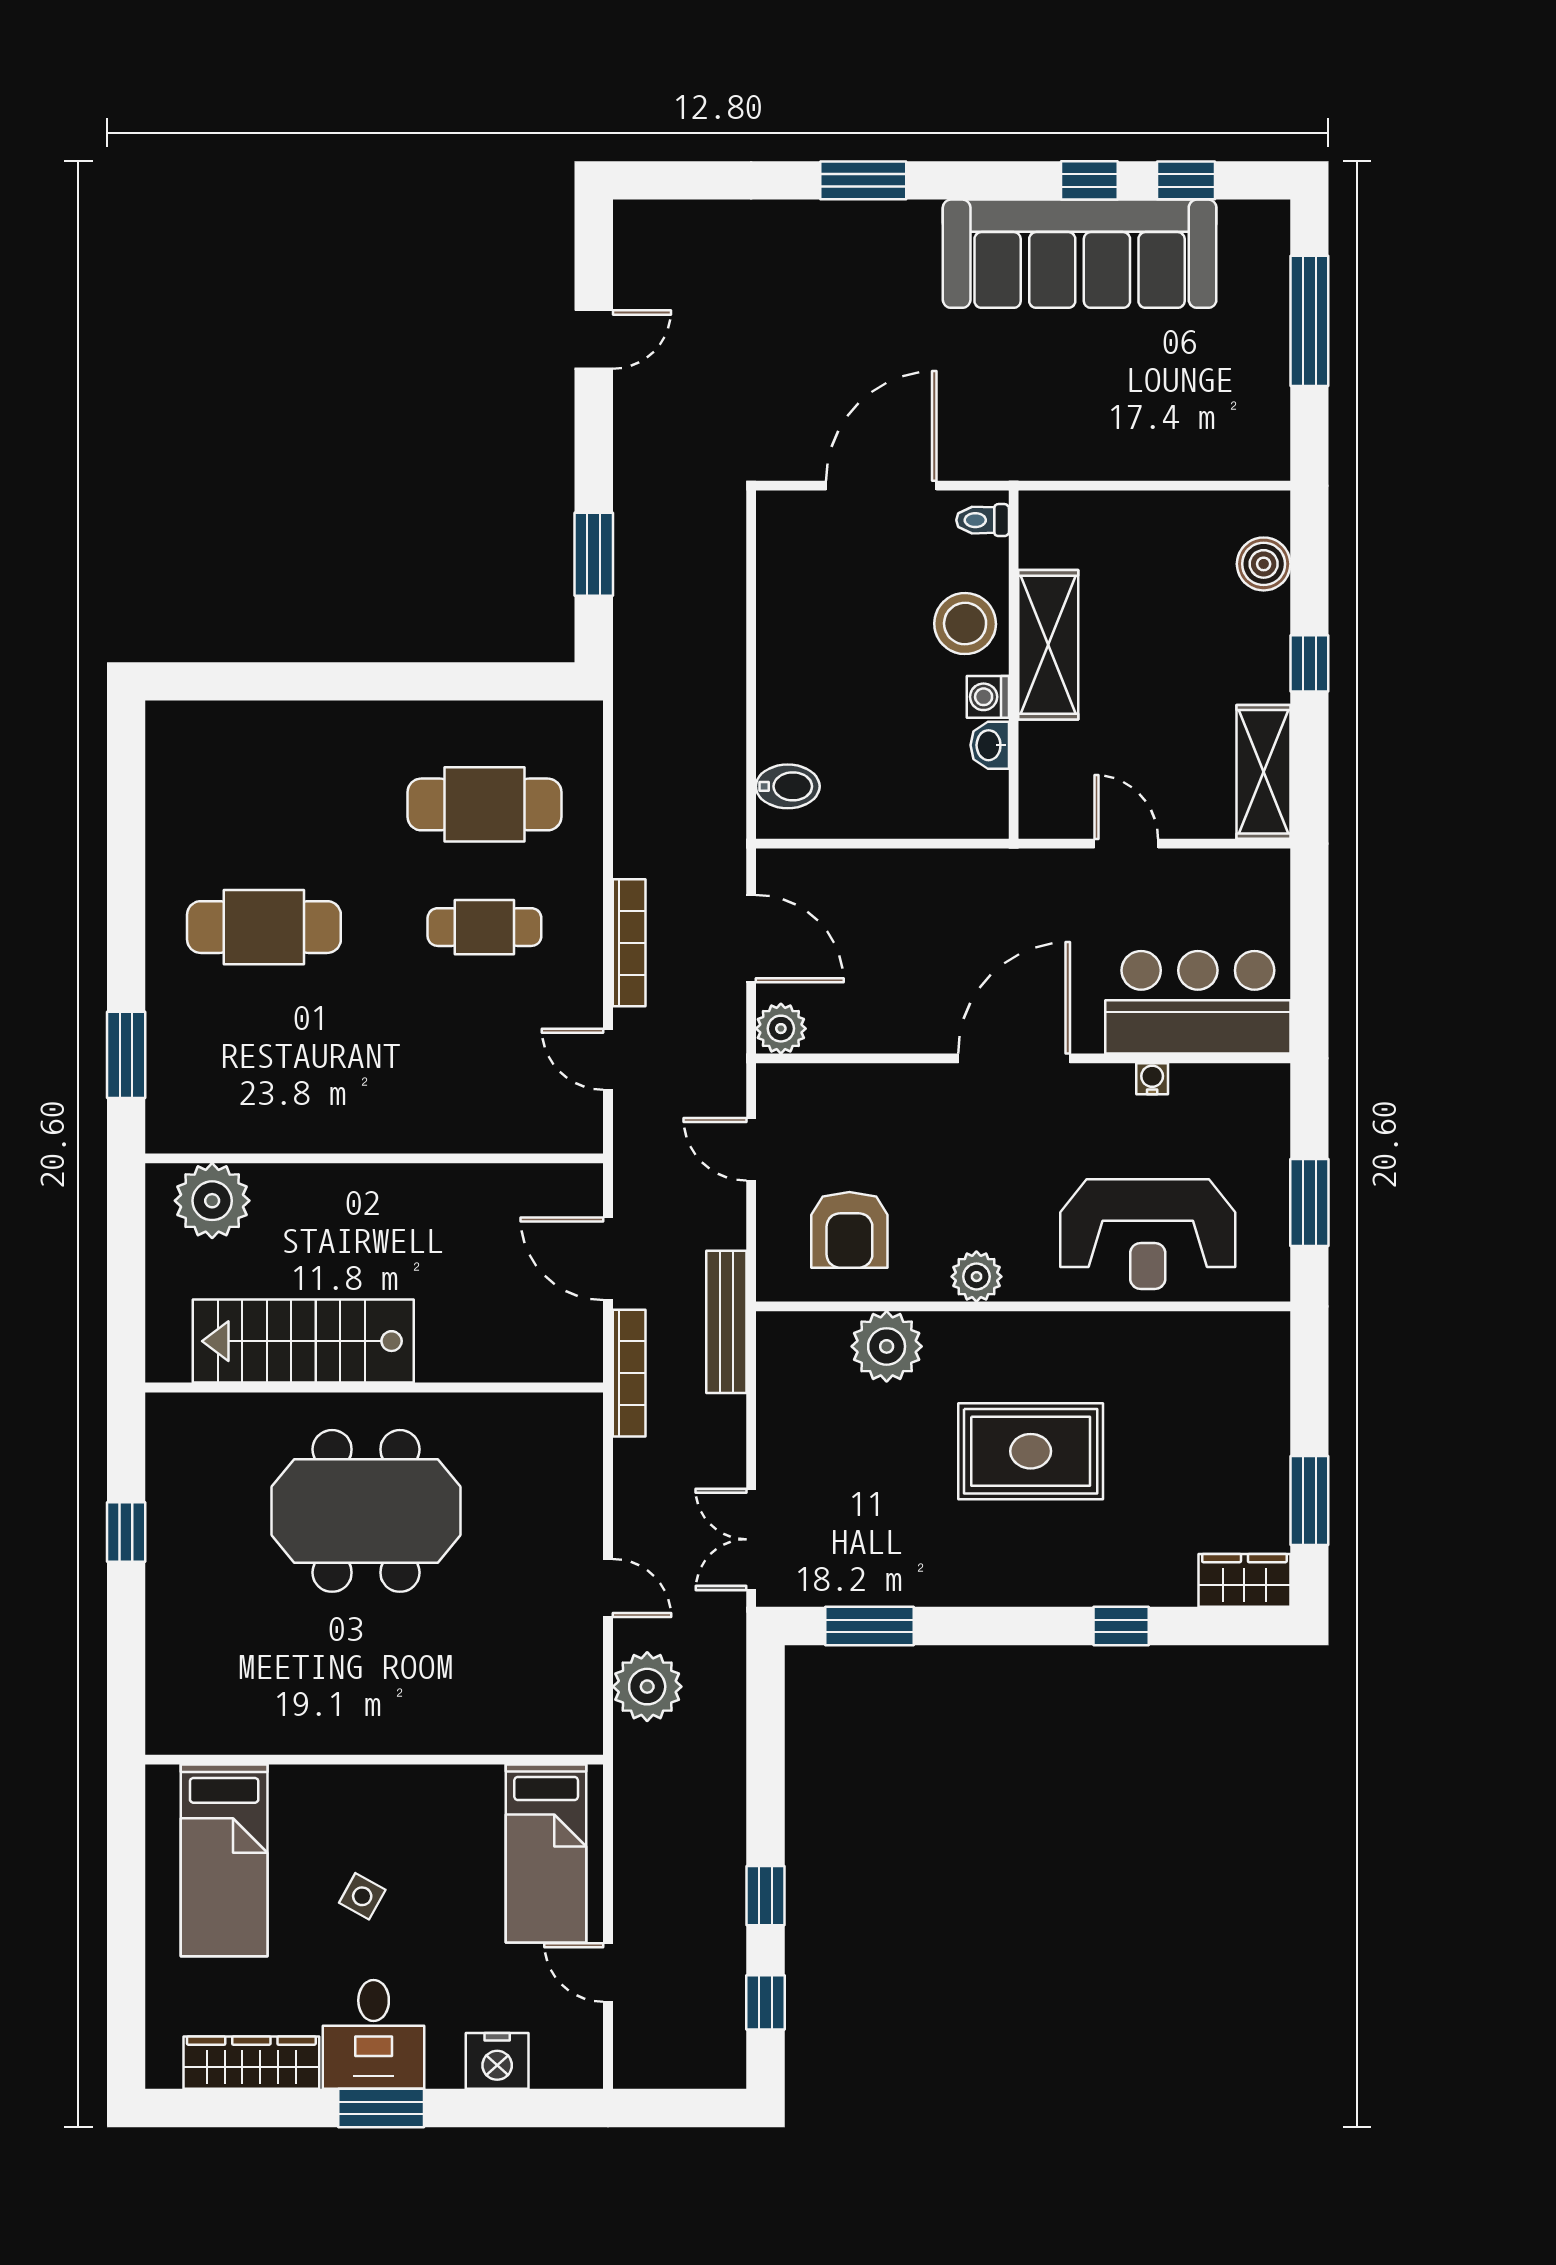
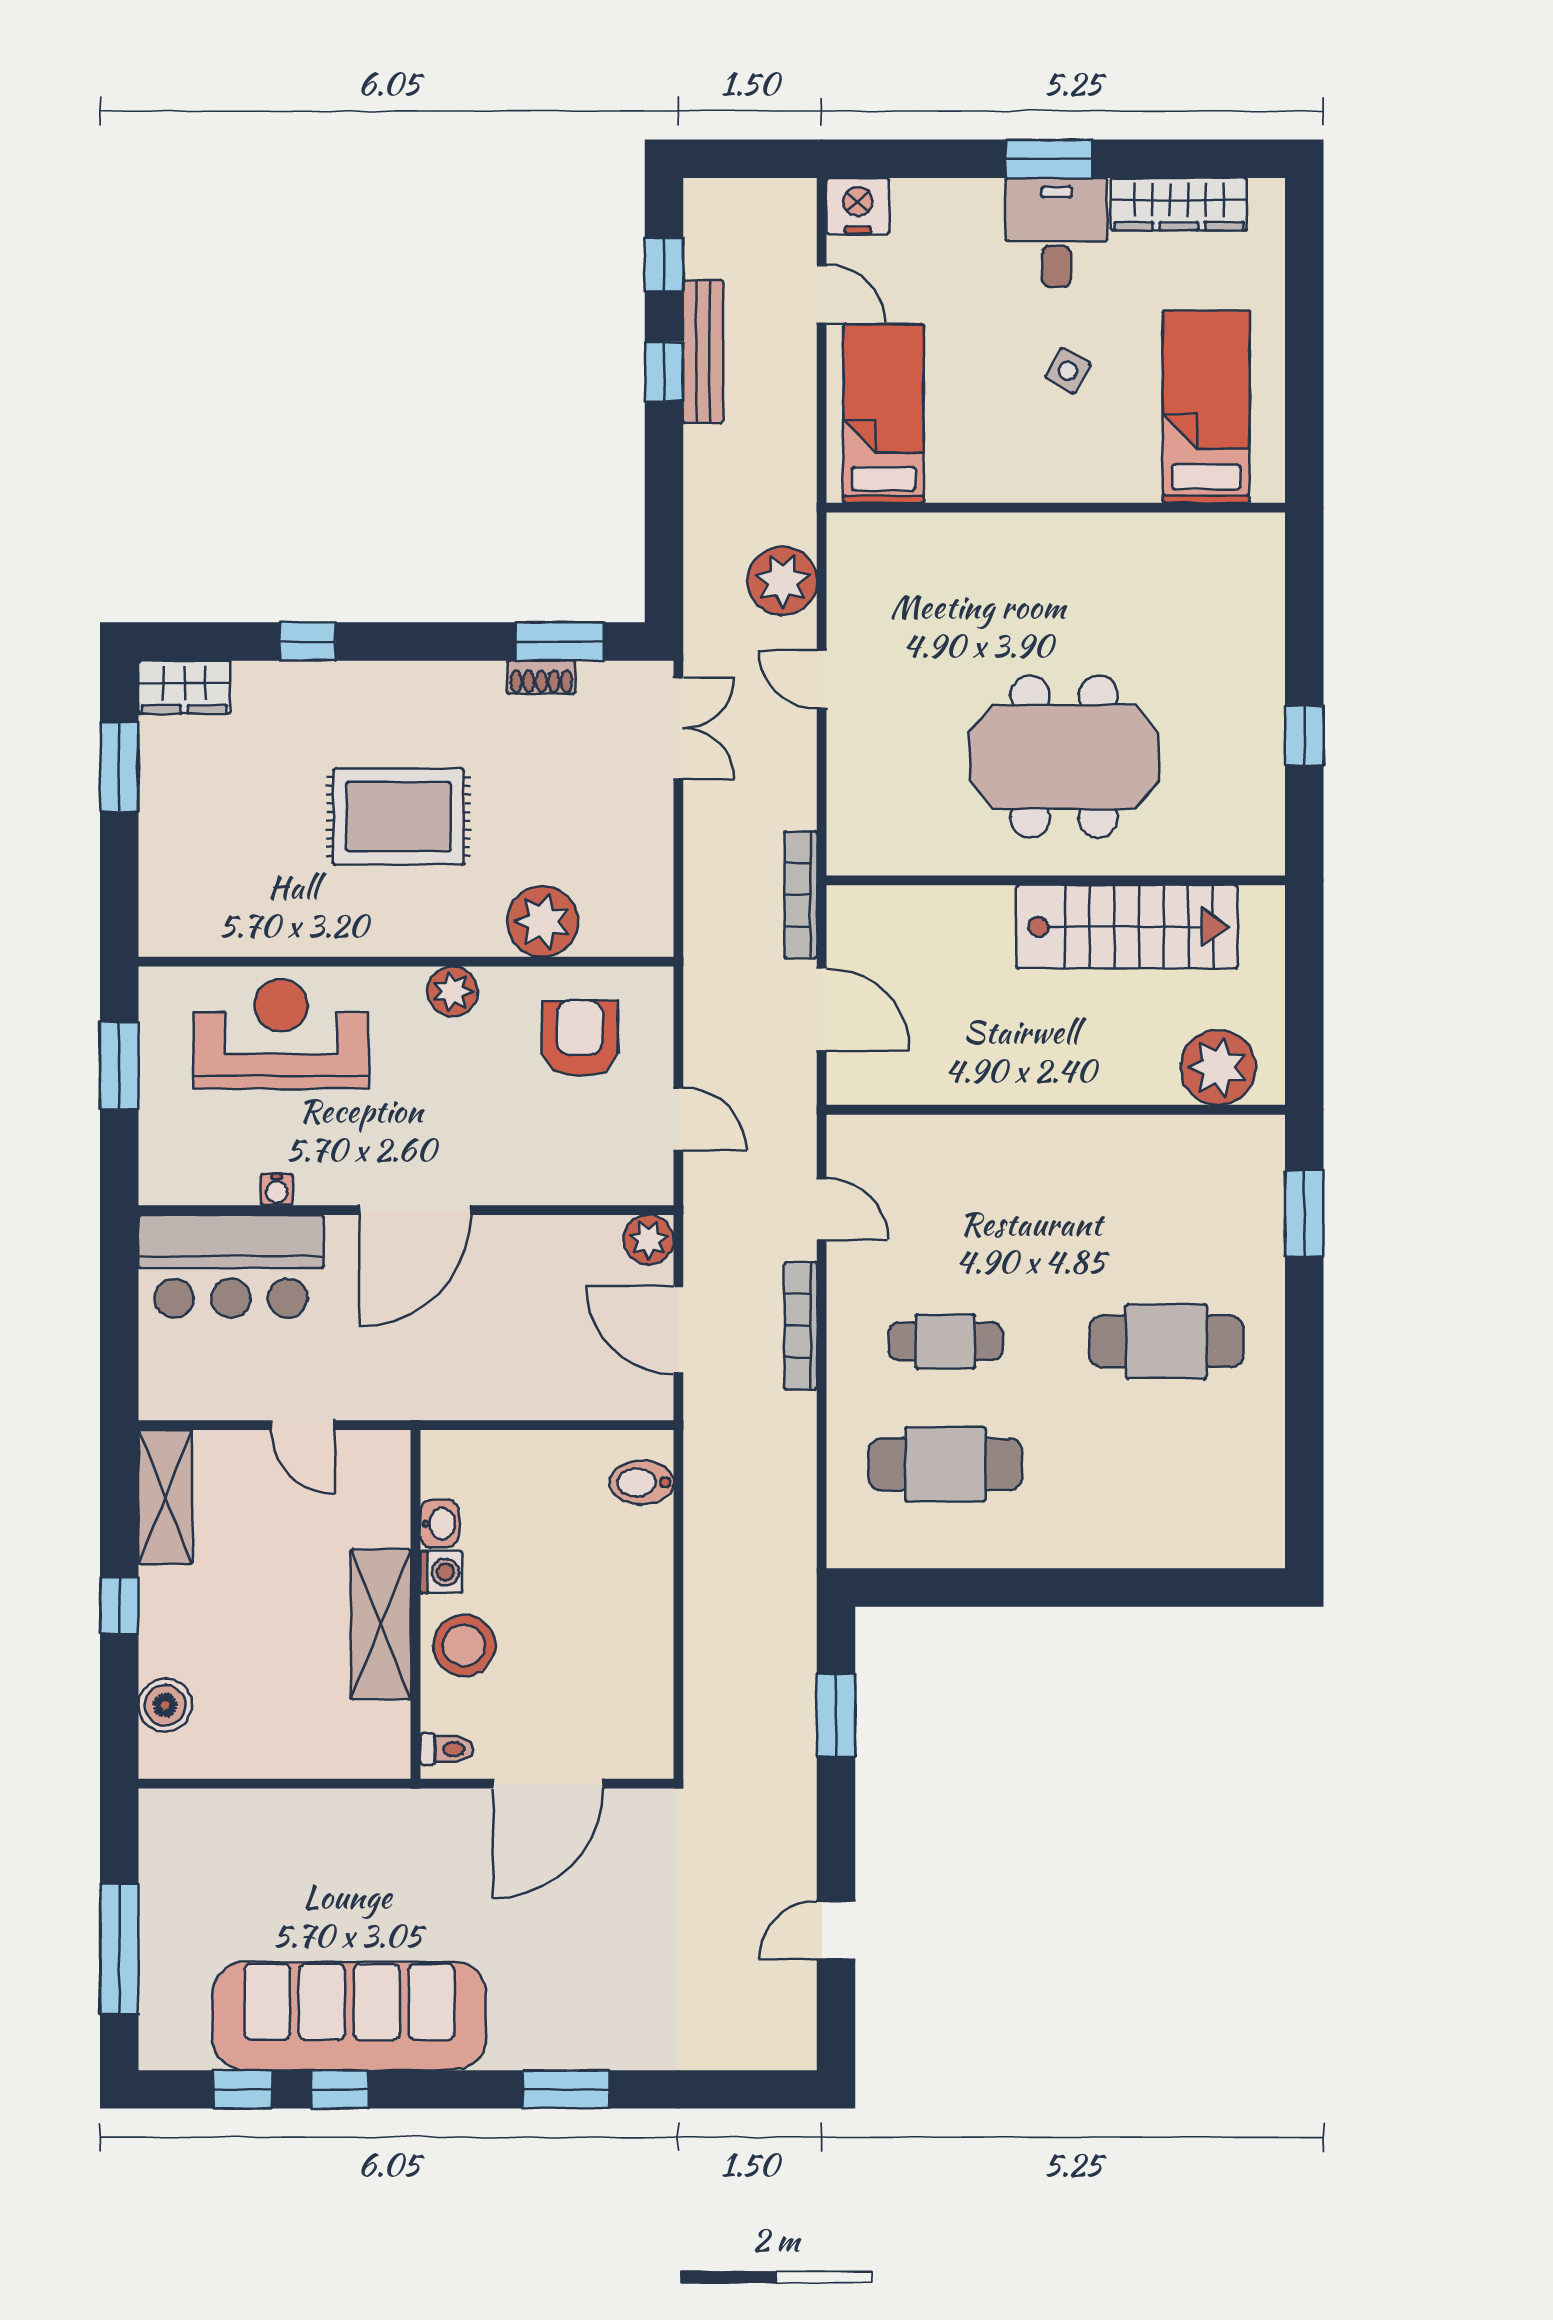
bench: (726, 1322) -> (703, 352), moved
shoe rack: (888, 1590) -> (541, 677), added
nightstand: (497, 2061) -> (858, 206), moved

